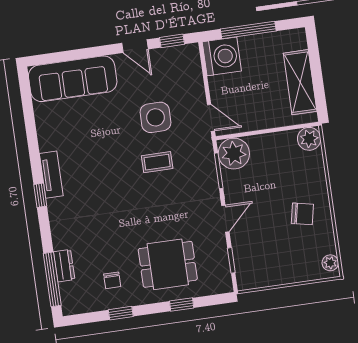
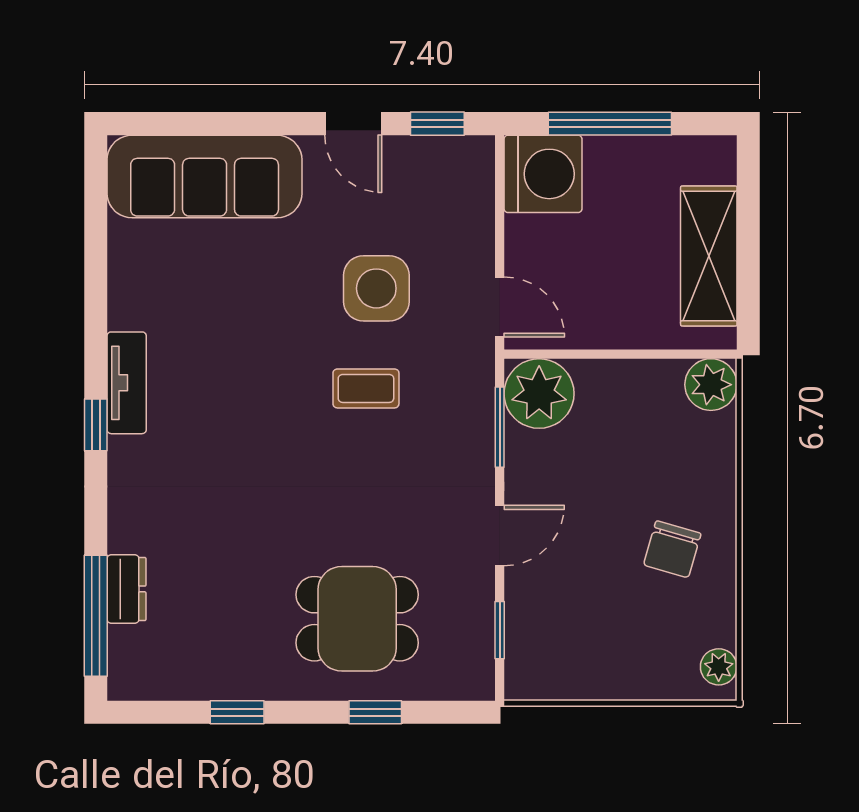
chair: (302, 214) -> (672, 549), turned 94
chair: (112, 280) -> (229, 637), removed

